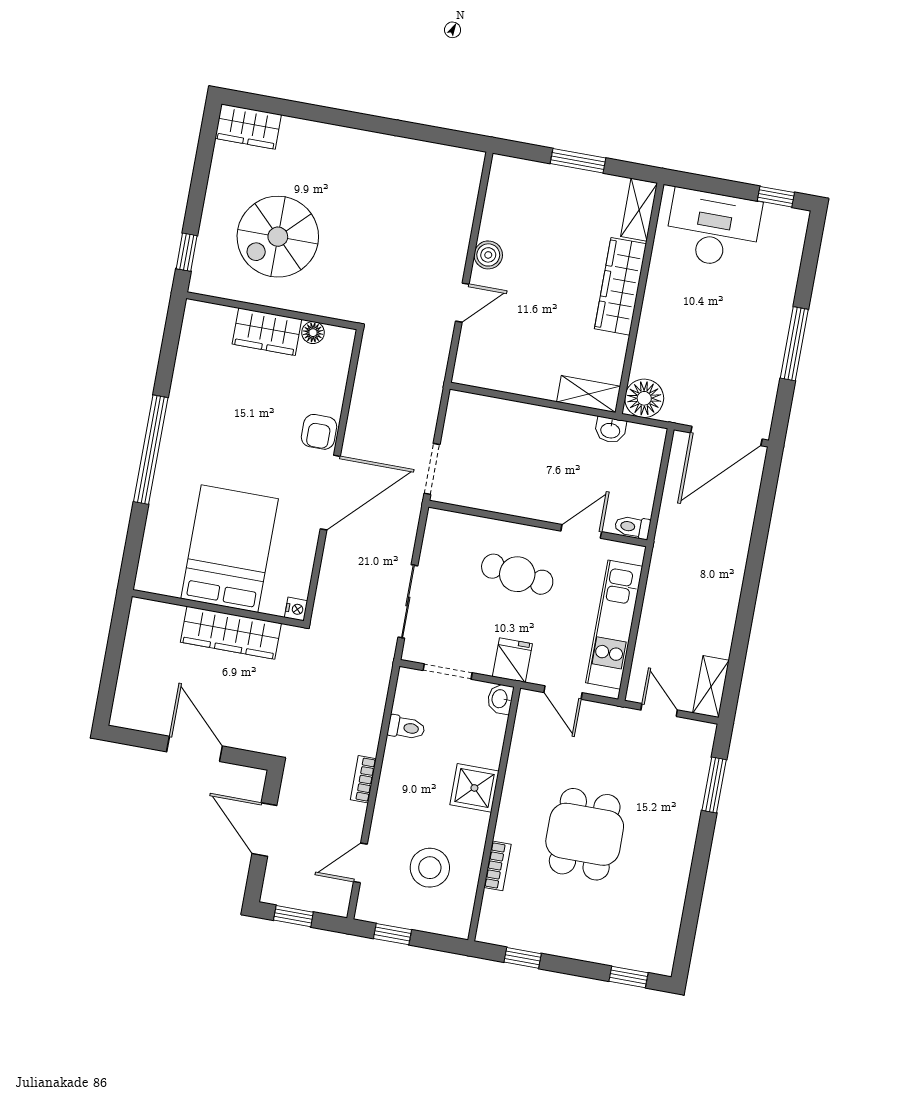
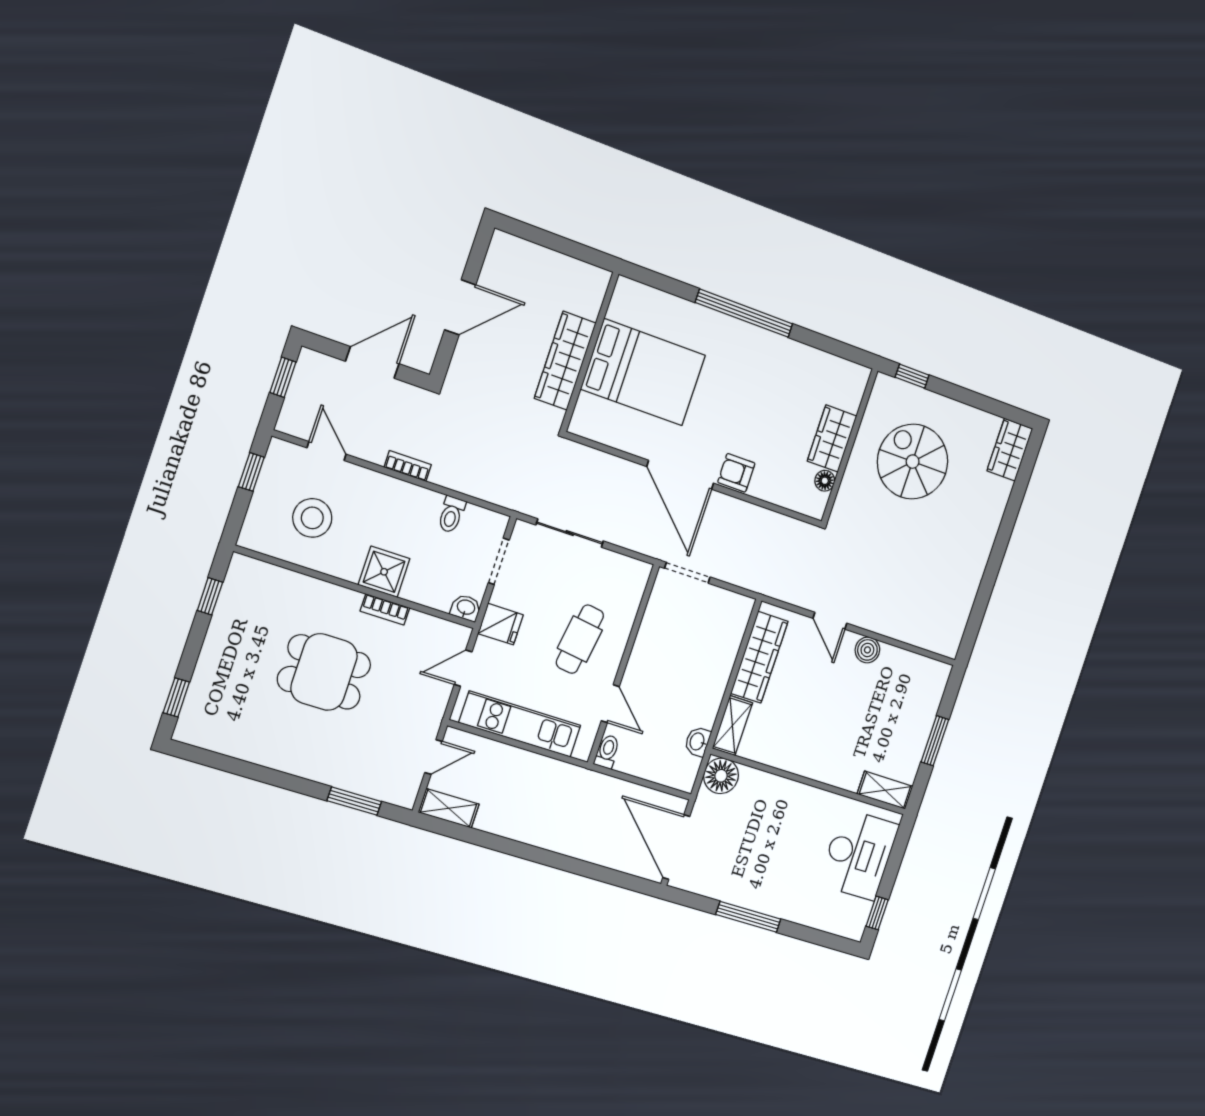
wardrobe: (620, 286) -> (759, 657), moved, turned 90
nightstand: (296, 609) -> (578, 426), removed
bookcase: (497, 866) -> (385, 609), moved

